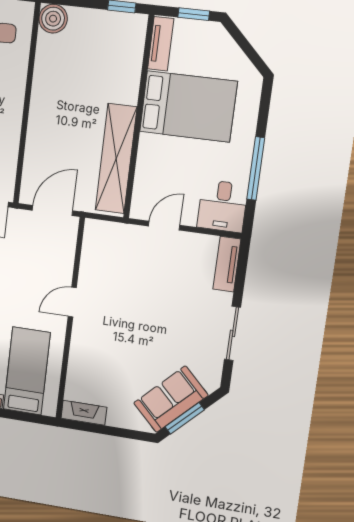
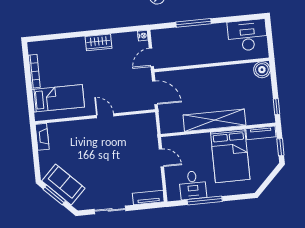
shelving: (116, 159) -> (214, 120), moved
desk: (222, 206) -> (193, 185), moved, turned -90

